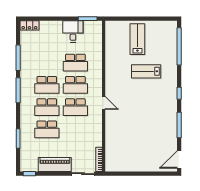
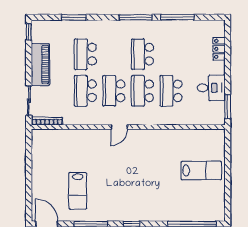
locker: (29, 25) -> (219, 49), moved
lab bench: (146, 71) -> (78, 191), moved, turned 180
school desk: (47, 107) -> (85, 91), moved

